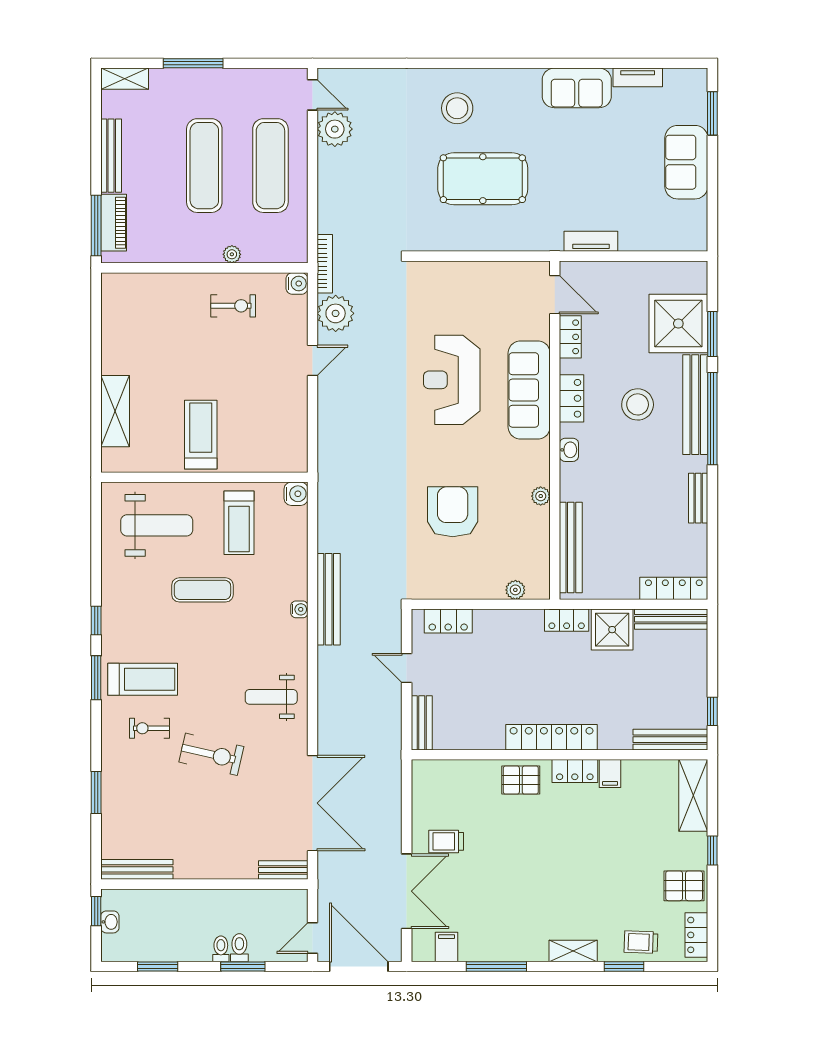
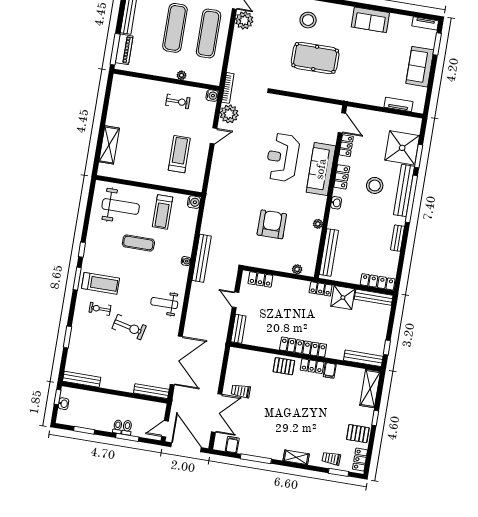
tv unit: (638, 77) -> (425, 23), moved
tv unit: (591, 241) -> (398, 104), moved
treadmill: (201, 435) -> (179, 154), moved
bench: (283, 870) -> (151, 391), width x1.36
window: (624, 966) -> (339, 472), moved

